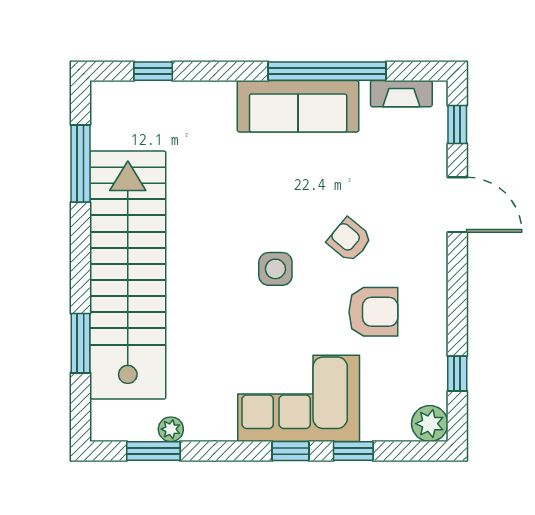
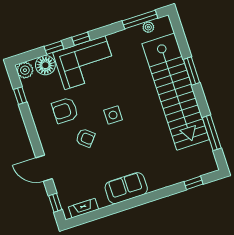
window: (327, 71) -> (119, 207), removed
sofa: (298, 106) -> (126, 188), width x0.73
window: (80, 343) -> (191, 71), moved
floor lamp: (383, 420) -> (45, 65), added
plant: (171, 429) -> (148, 27), moved
window: (153, 451) -> (140, 20), width x1.44

